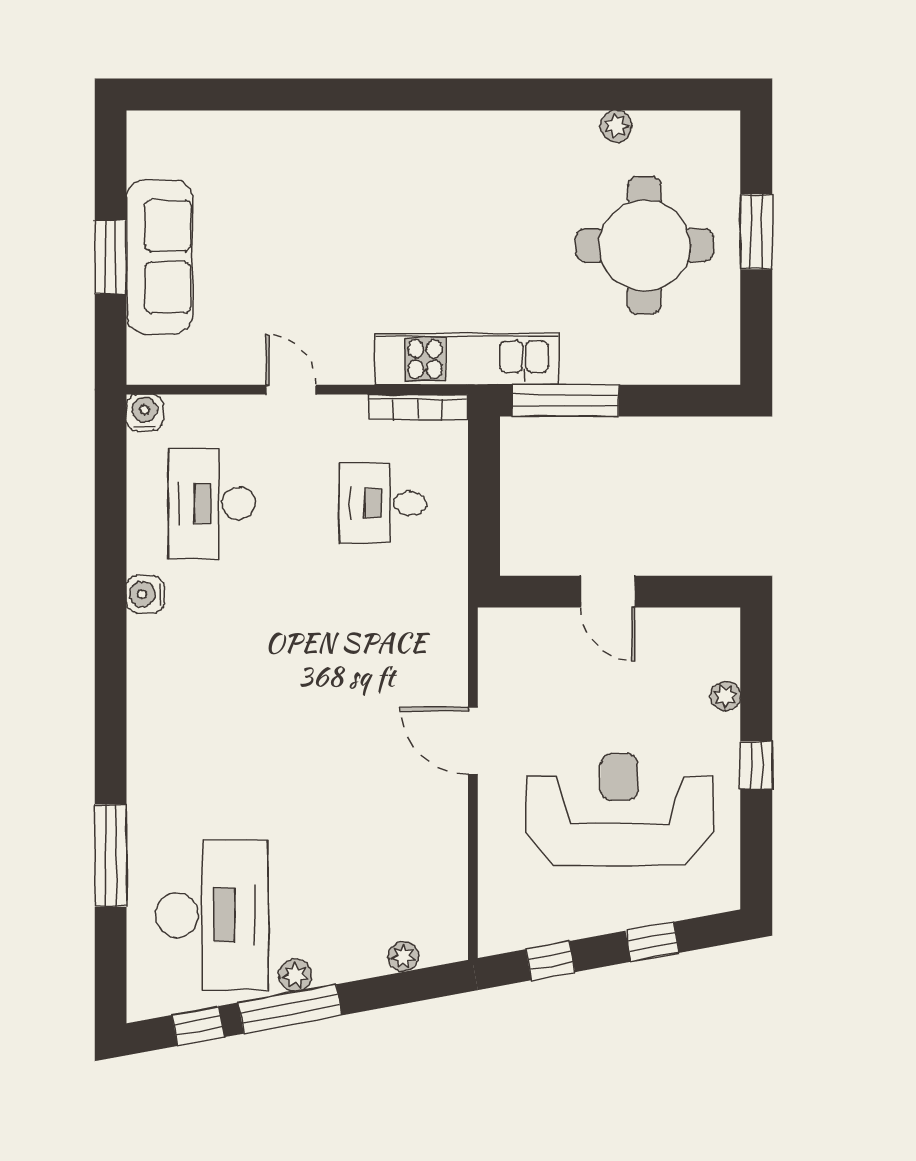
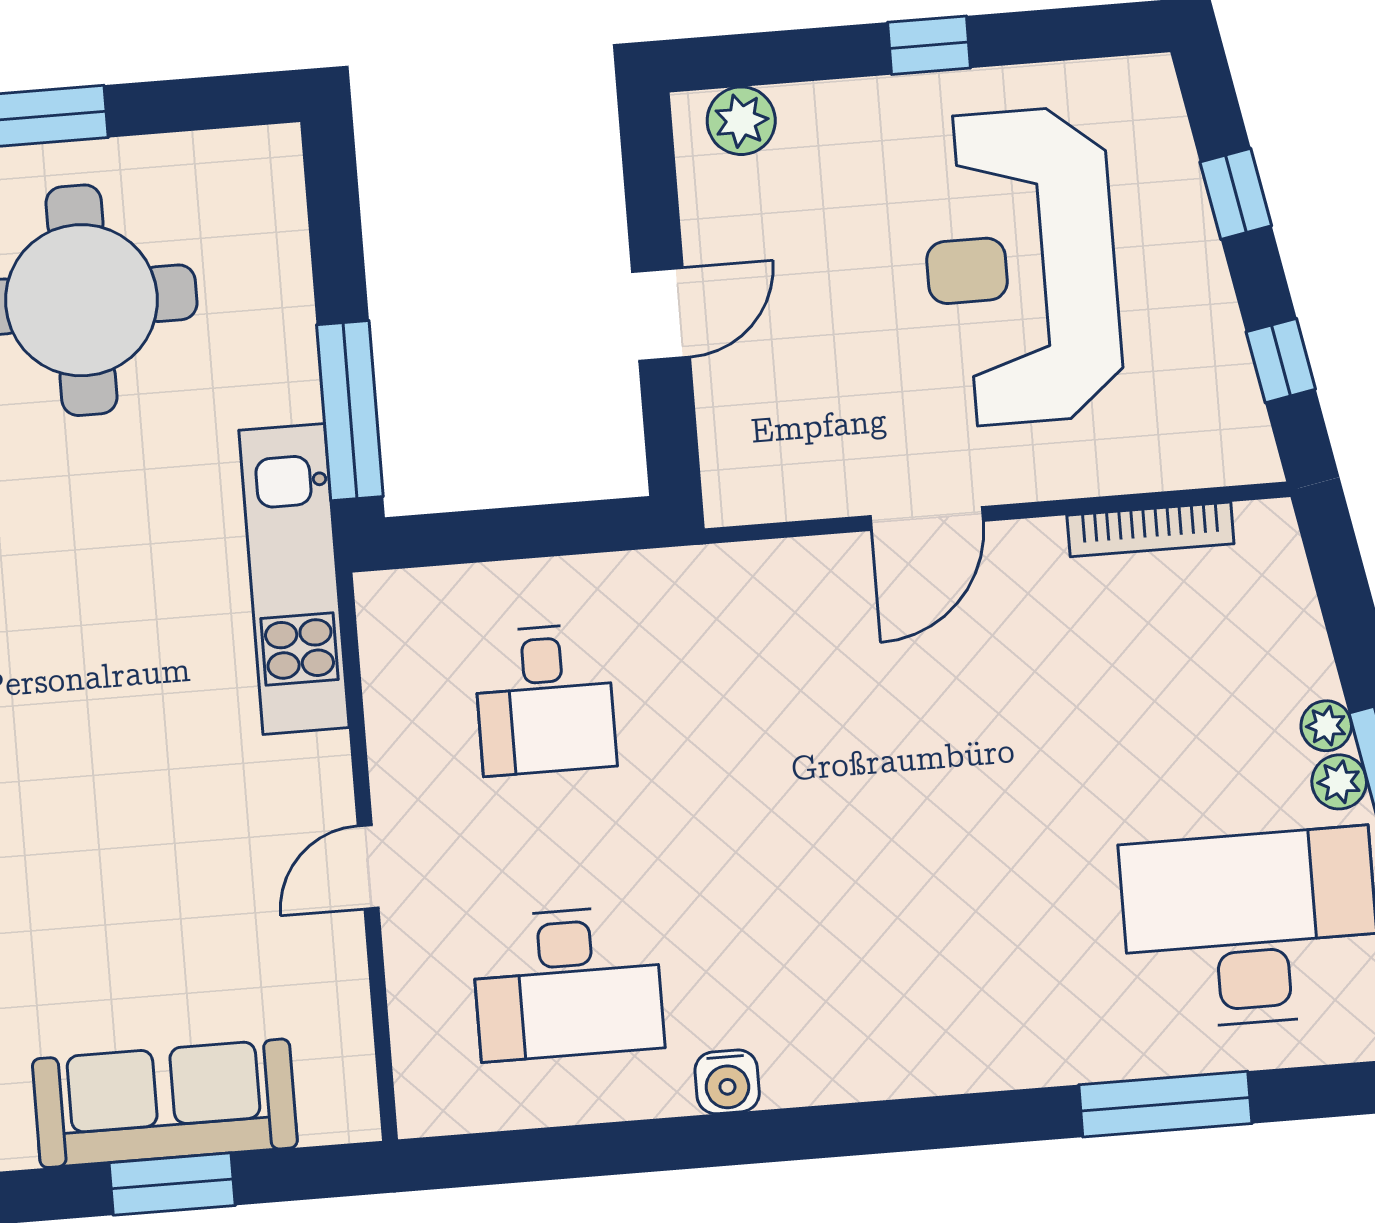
bookcase: (418, 407) -> (1150, 529), moved, turned 90
water cooler: (145, 413) -> (426, 1107), removed
plant: (726, 696) -> (741, 121), moved, width x1.38, depth x1.38
plant: (403, 956) -> (1326, 726), moved

